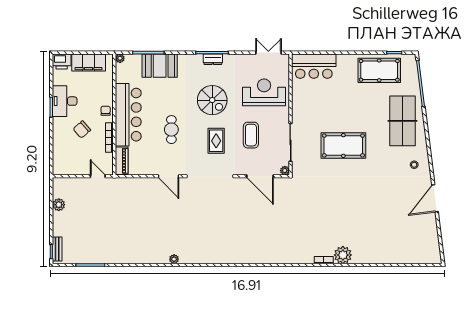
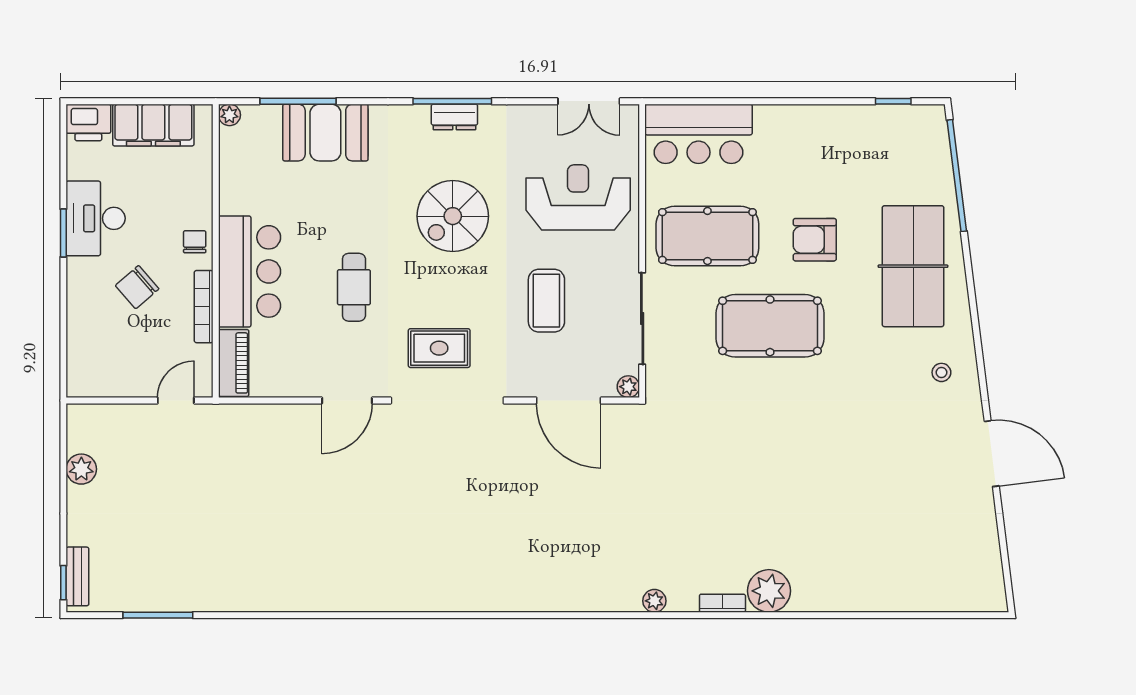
double door: (268, 53) -> (589, 101), swing flipped
pool table: (379, 70) -> (707, 236), moved
spiral stairs: (212, 100) -> (453, 216), turned 90
armchair: (362, 110) -> (815, 240), added
bar counter: (128, 115) -> (250, 271), width x0.73
rug: (216, 141) -> (439, 348), moved, turned 90
door: (98, 176) -> (176, 401), hinge flipped
door: (169, 176) -> (347, 401), hinge flipped
door: (435, 198) -> (992, 454), swing flipped
plant: (174, 259) -> (654, 601), moved

